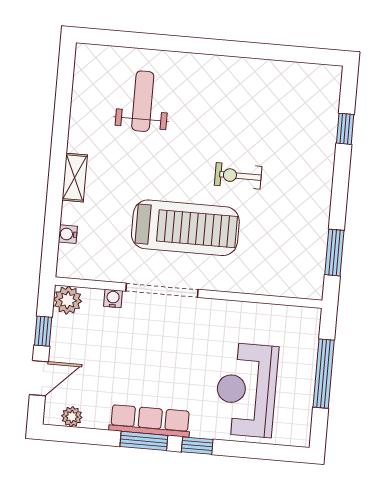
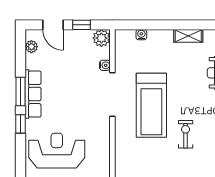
shelving: (75, 178) -> (188, 36), moved

